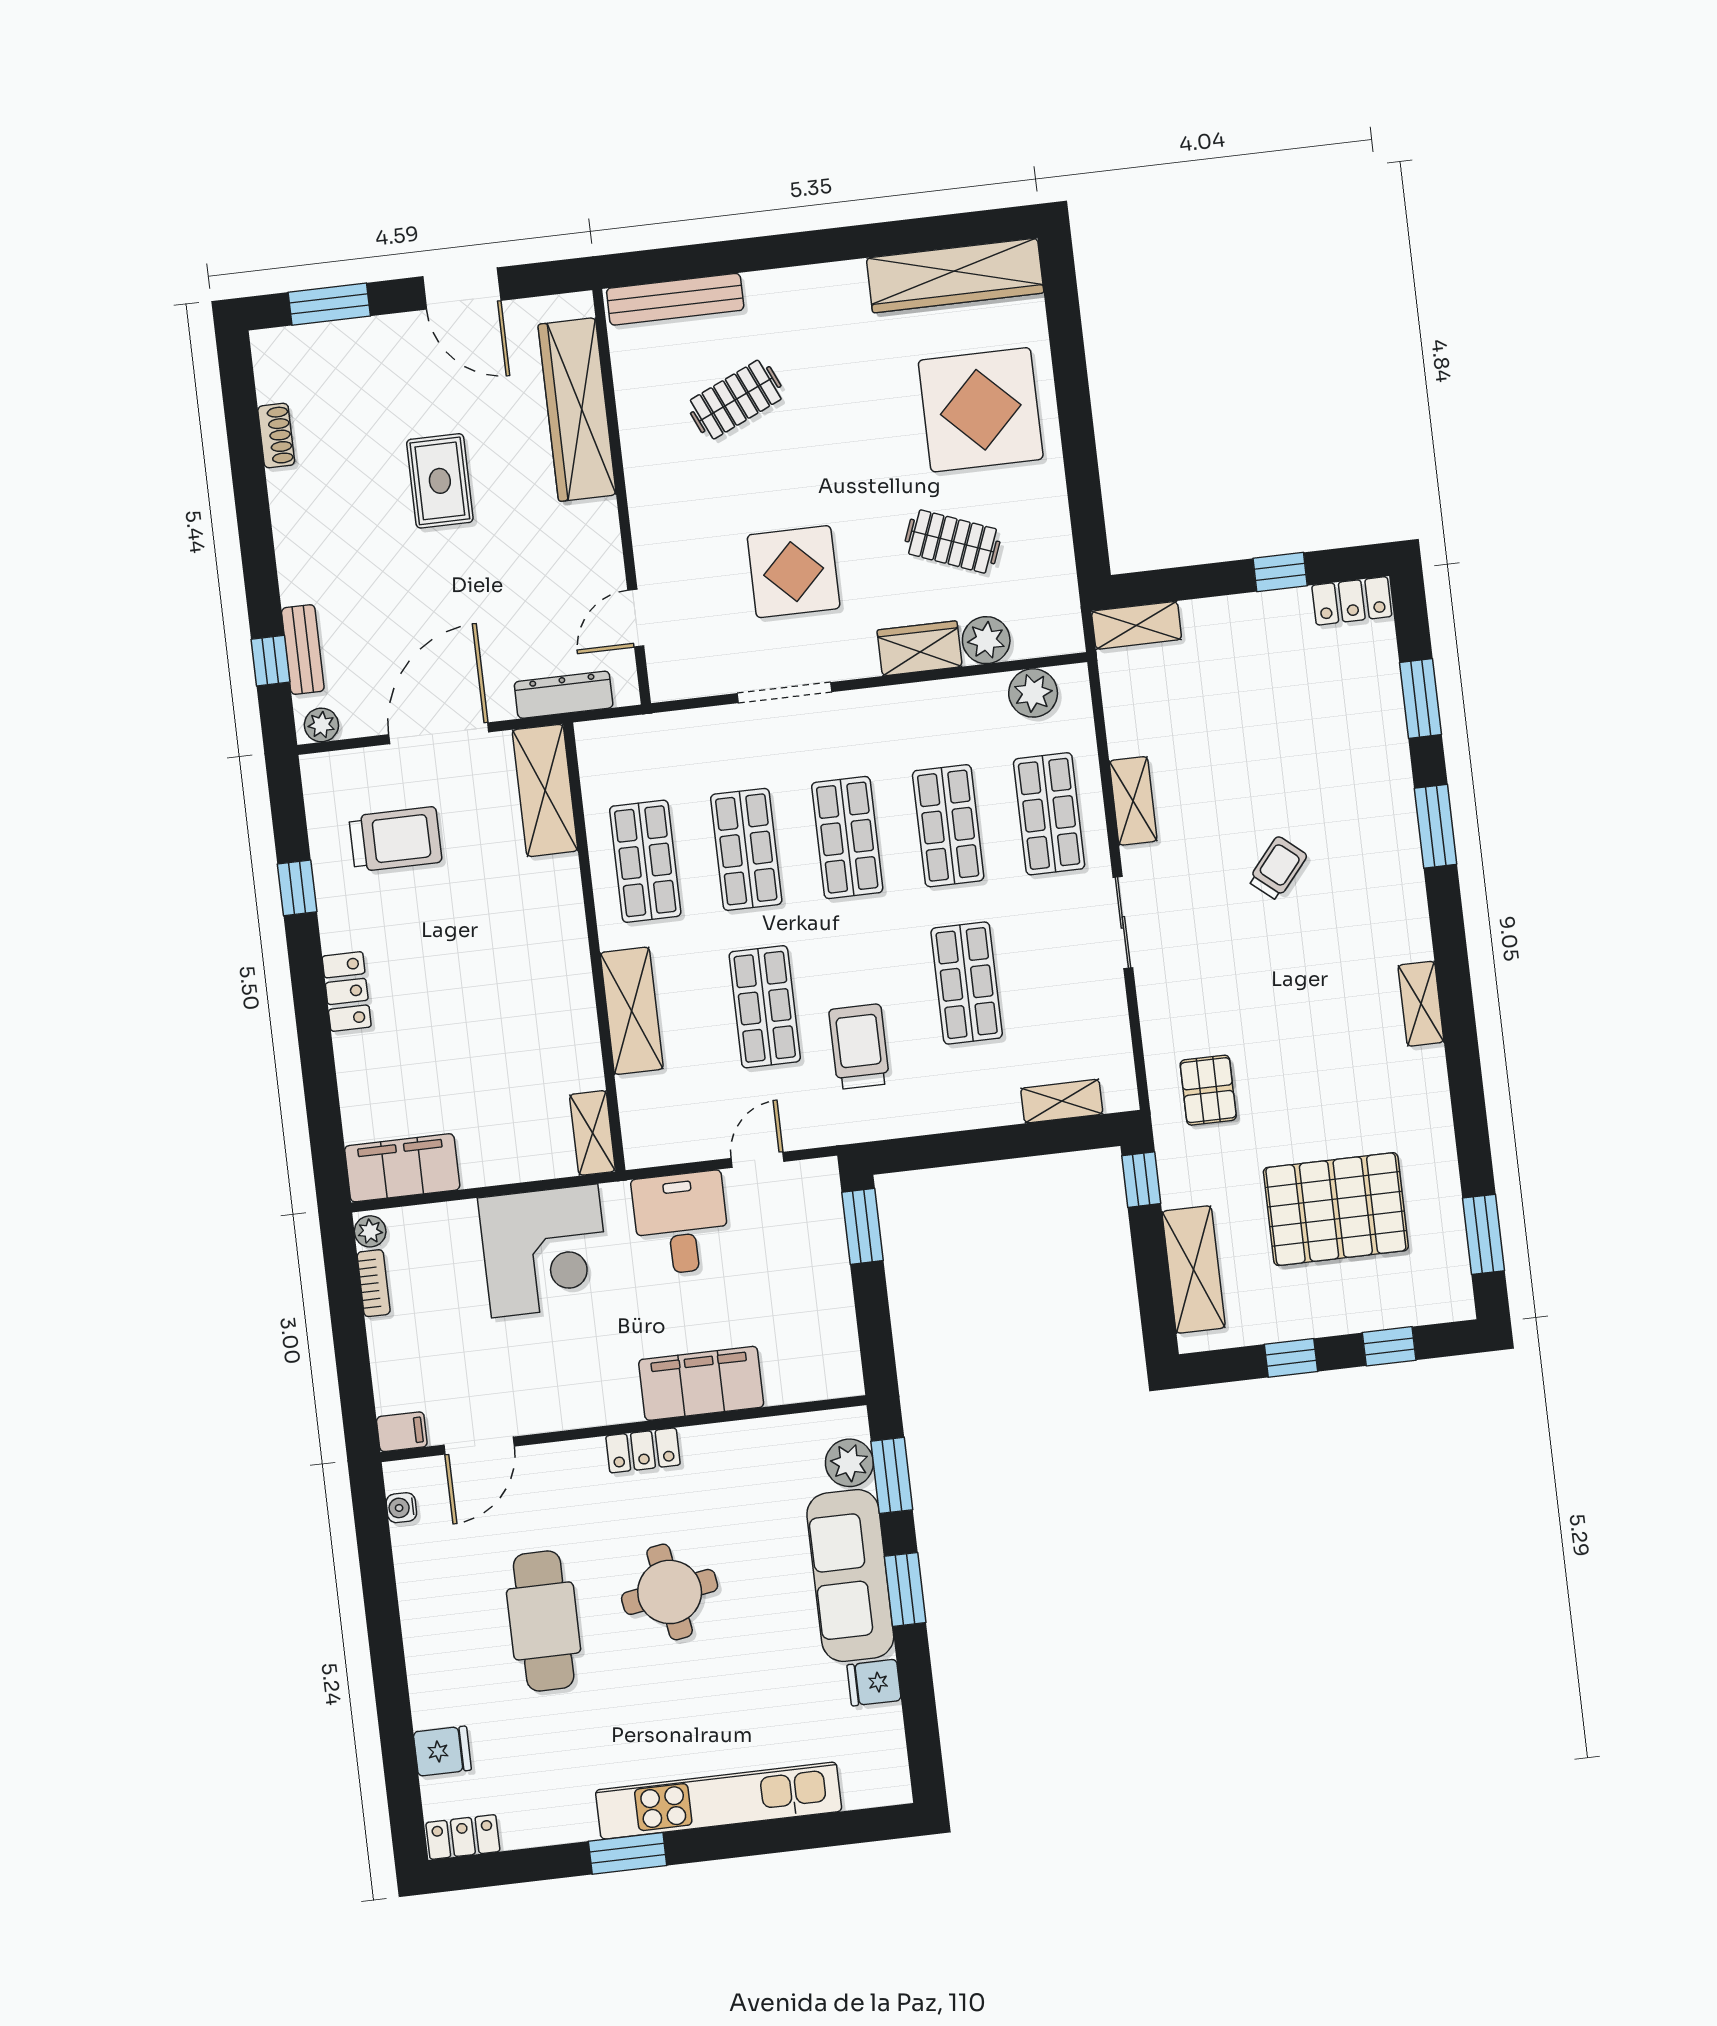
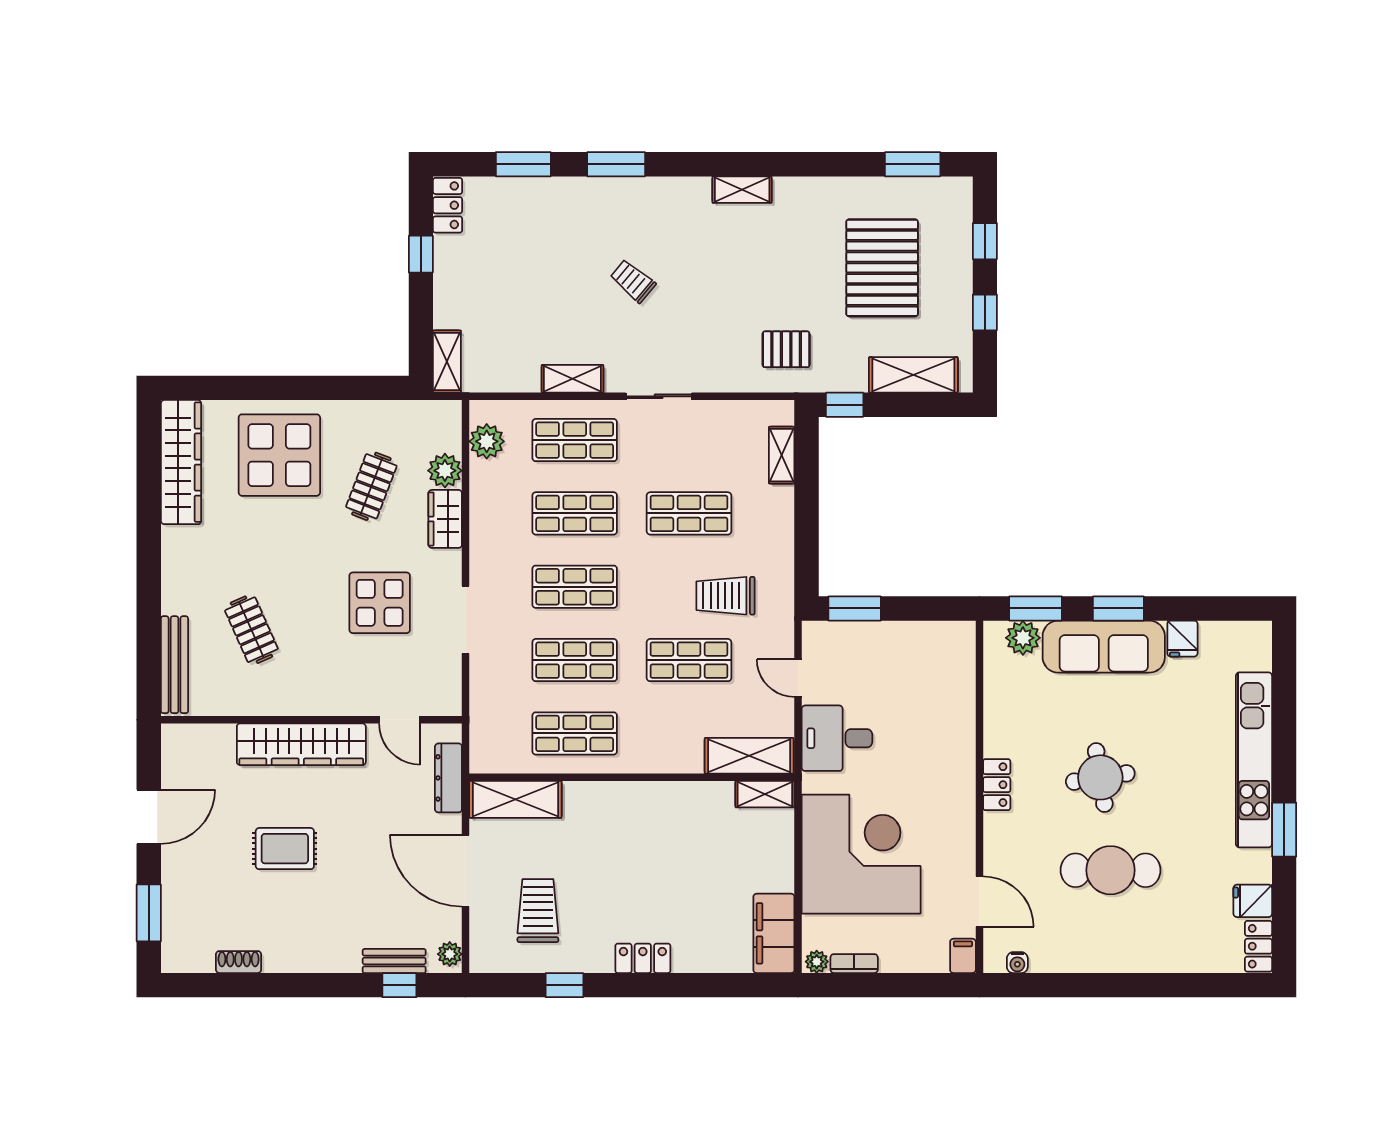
wardrobe: (577, 410) -> (301, 744), moved
shelving: (632, 1011) -> (749, 756), moved
corner desk: (545, 1251) -> (861, 854), width x1.36, depth x1.36
filing cabinet: (701, 1383) -> (953, 737), removed
fridge: (442, 1751) -> (1253, 901), moved, turned -90

